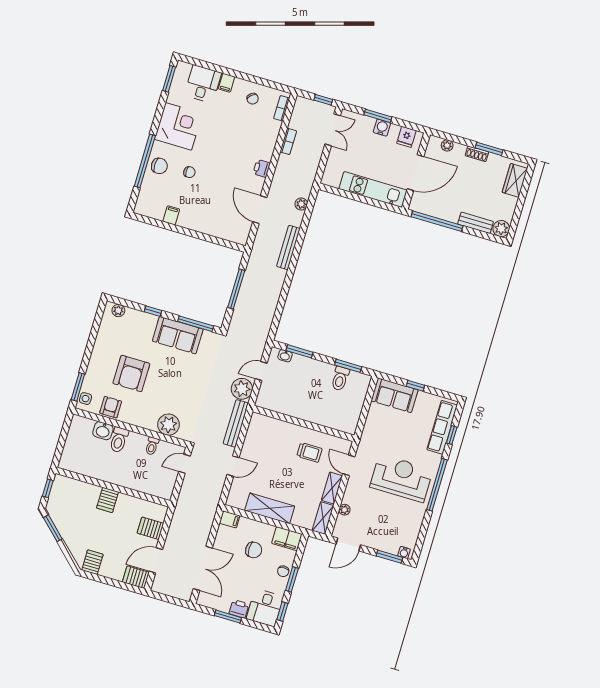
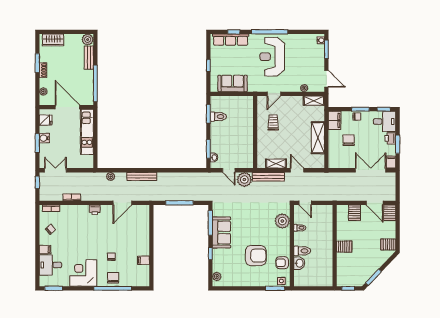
sofa: (395, 395) -> (233, 83), moved, turned -90
shelving: (332, 488) -> (276, 164), moved
filing cabinet: (230, 519) -> (391, 162), moved

